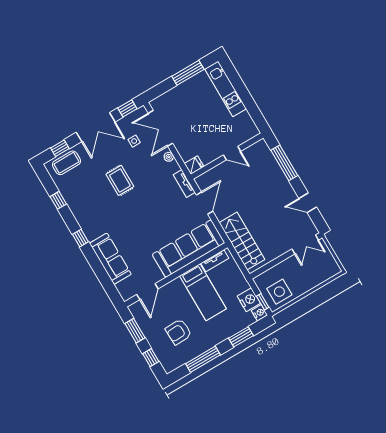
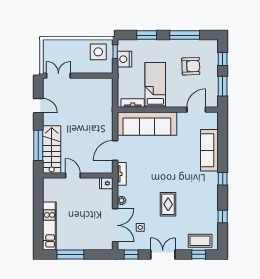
double door: (96, 127) -> (163, 254), width x0.73
stairs: (242, 241) -> (52, 149), moved, turned 180
nightstand: (259, 313) -> (122, 45), removed

